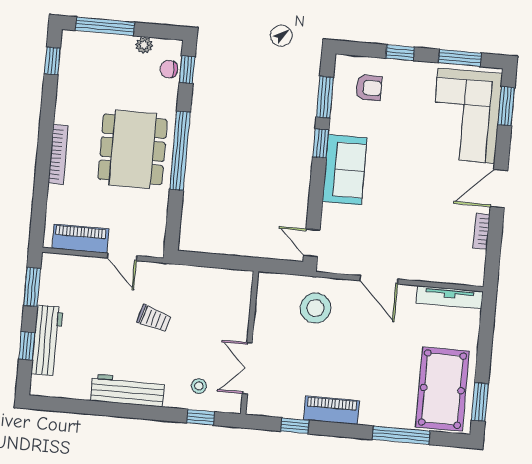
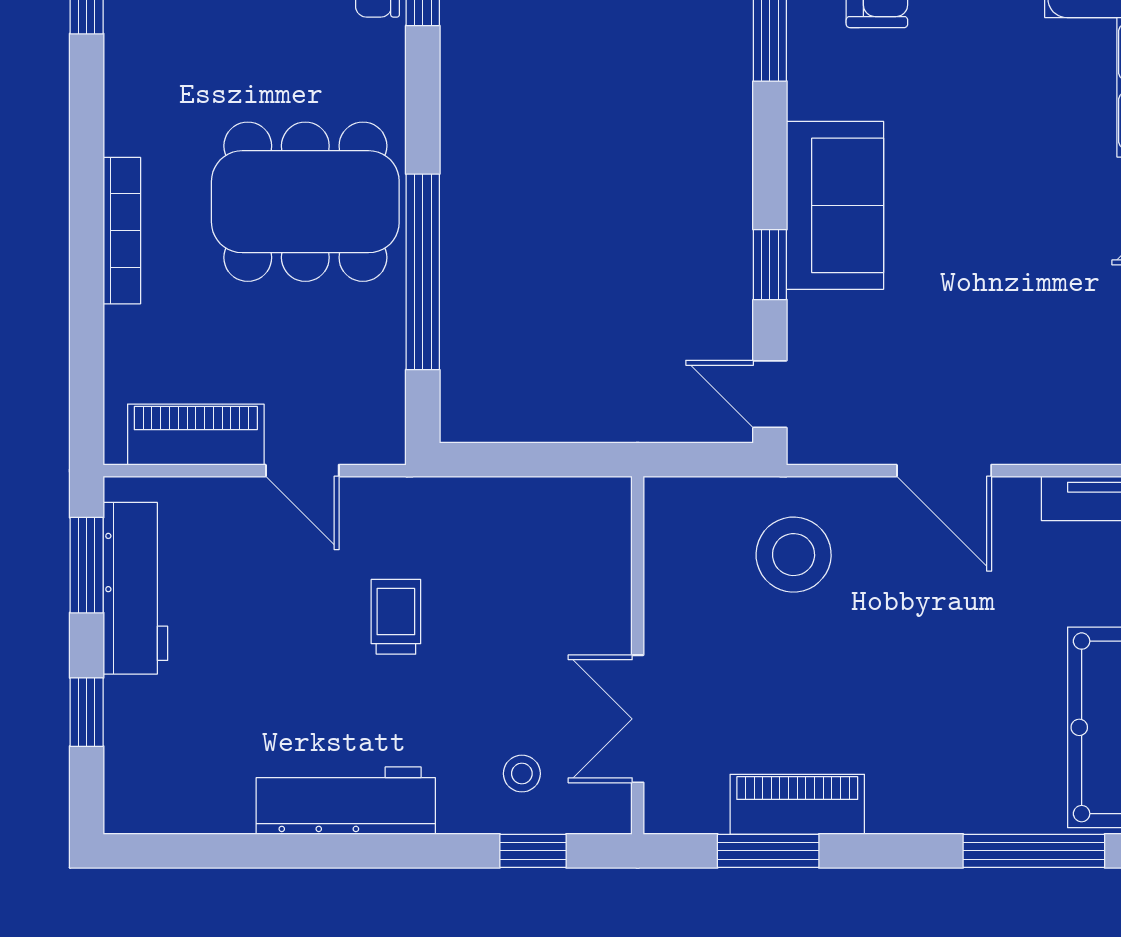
window: (321, 143) -> (770, 265), moved
dining table: (133, 149) -> (305, 202), turned 90
window: (180, 151) -> (423, 272), moved
trolley: (154, 319) -> (396, 617), turned -107
workbench: (47, 340) -> (135, 588), moved
piano: (332, 410) -> (797, 804), moved
window: (295, 426) -> (768, 851), width x1.50

